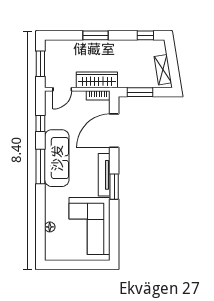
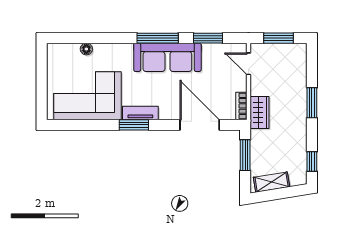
wardrobe: (97, 80) -> (260, 112), width x0.67
window: (40, 124) -> (208, 38), width x1.50
tv unit: (104, 175) -> (140, 113), width x0.71

